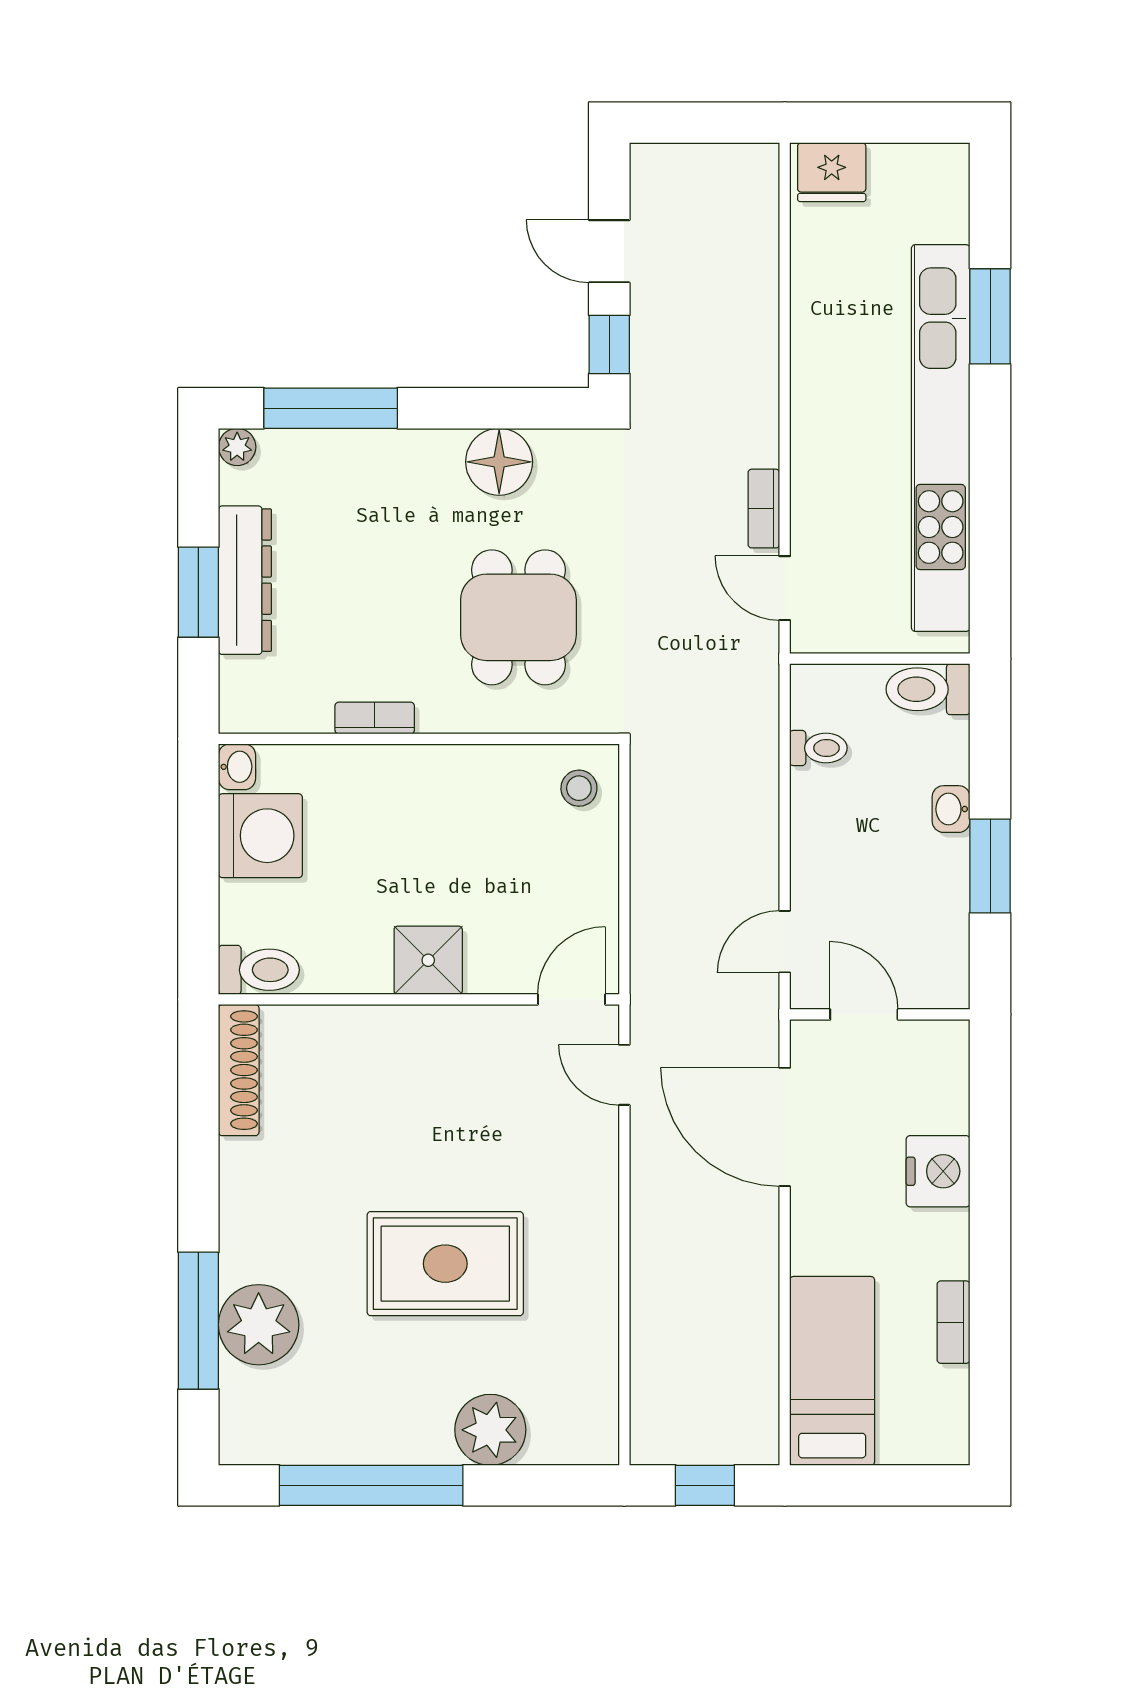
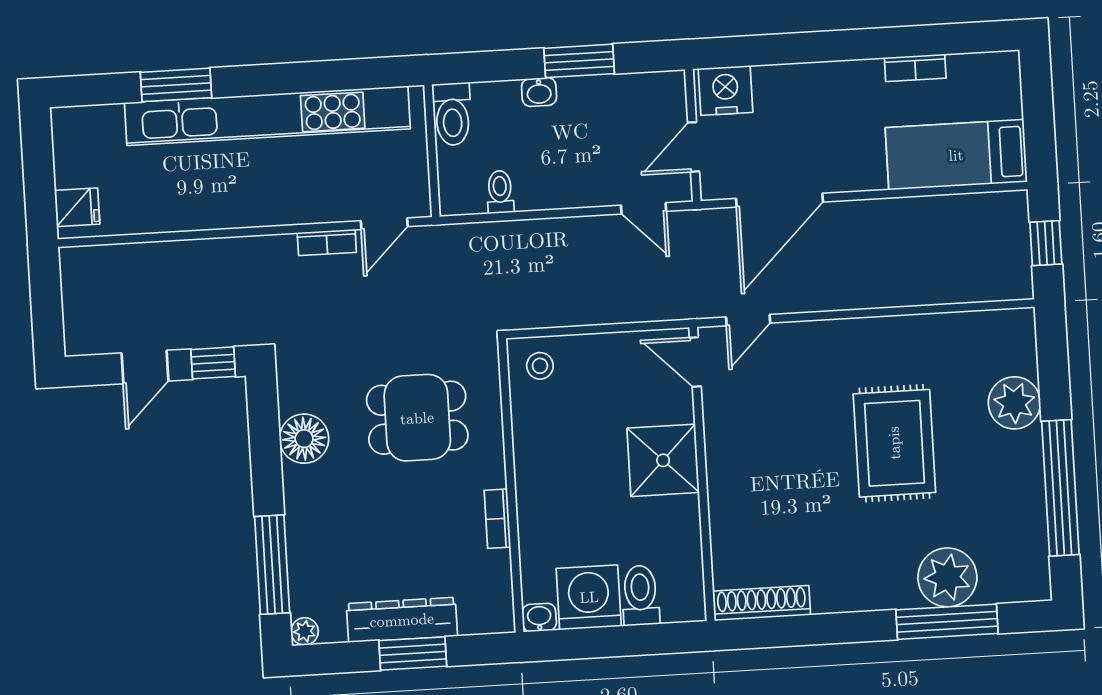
fridge: (832, 172) -> (77, 207), width x0.72
shower: (428, 960) -> (663, 460), width x1.36, depth x1.36
toilet: (259, 970) -> (640, 595), moved
nightstand: (938, 1171) -> (726, 90), moved

